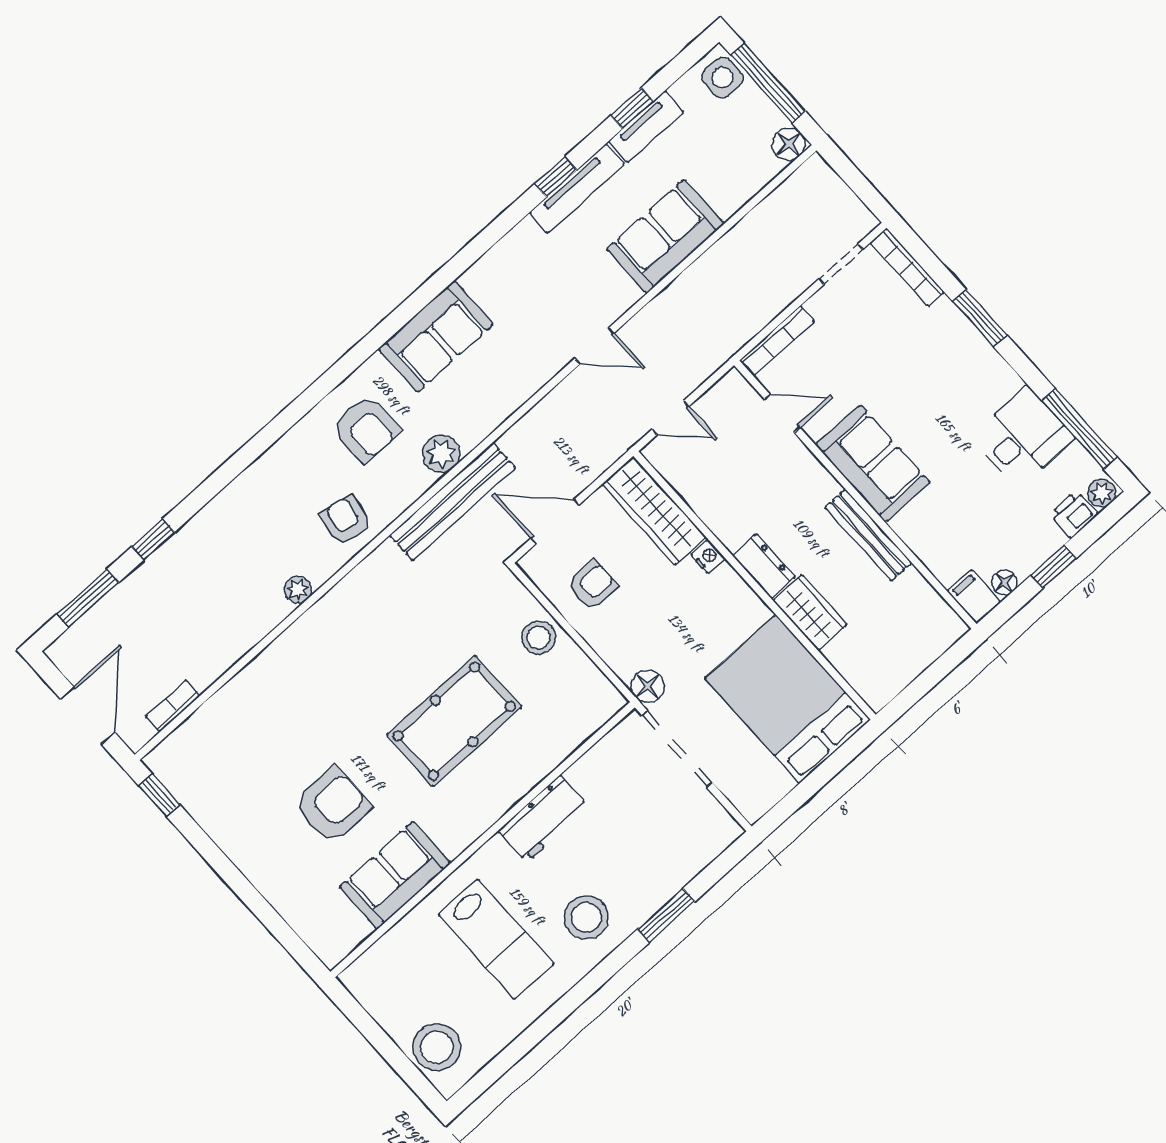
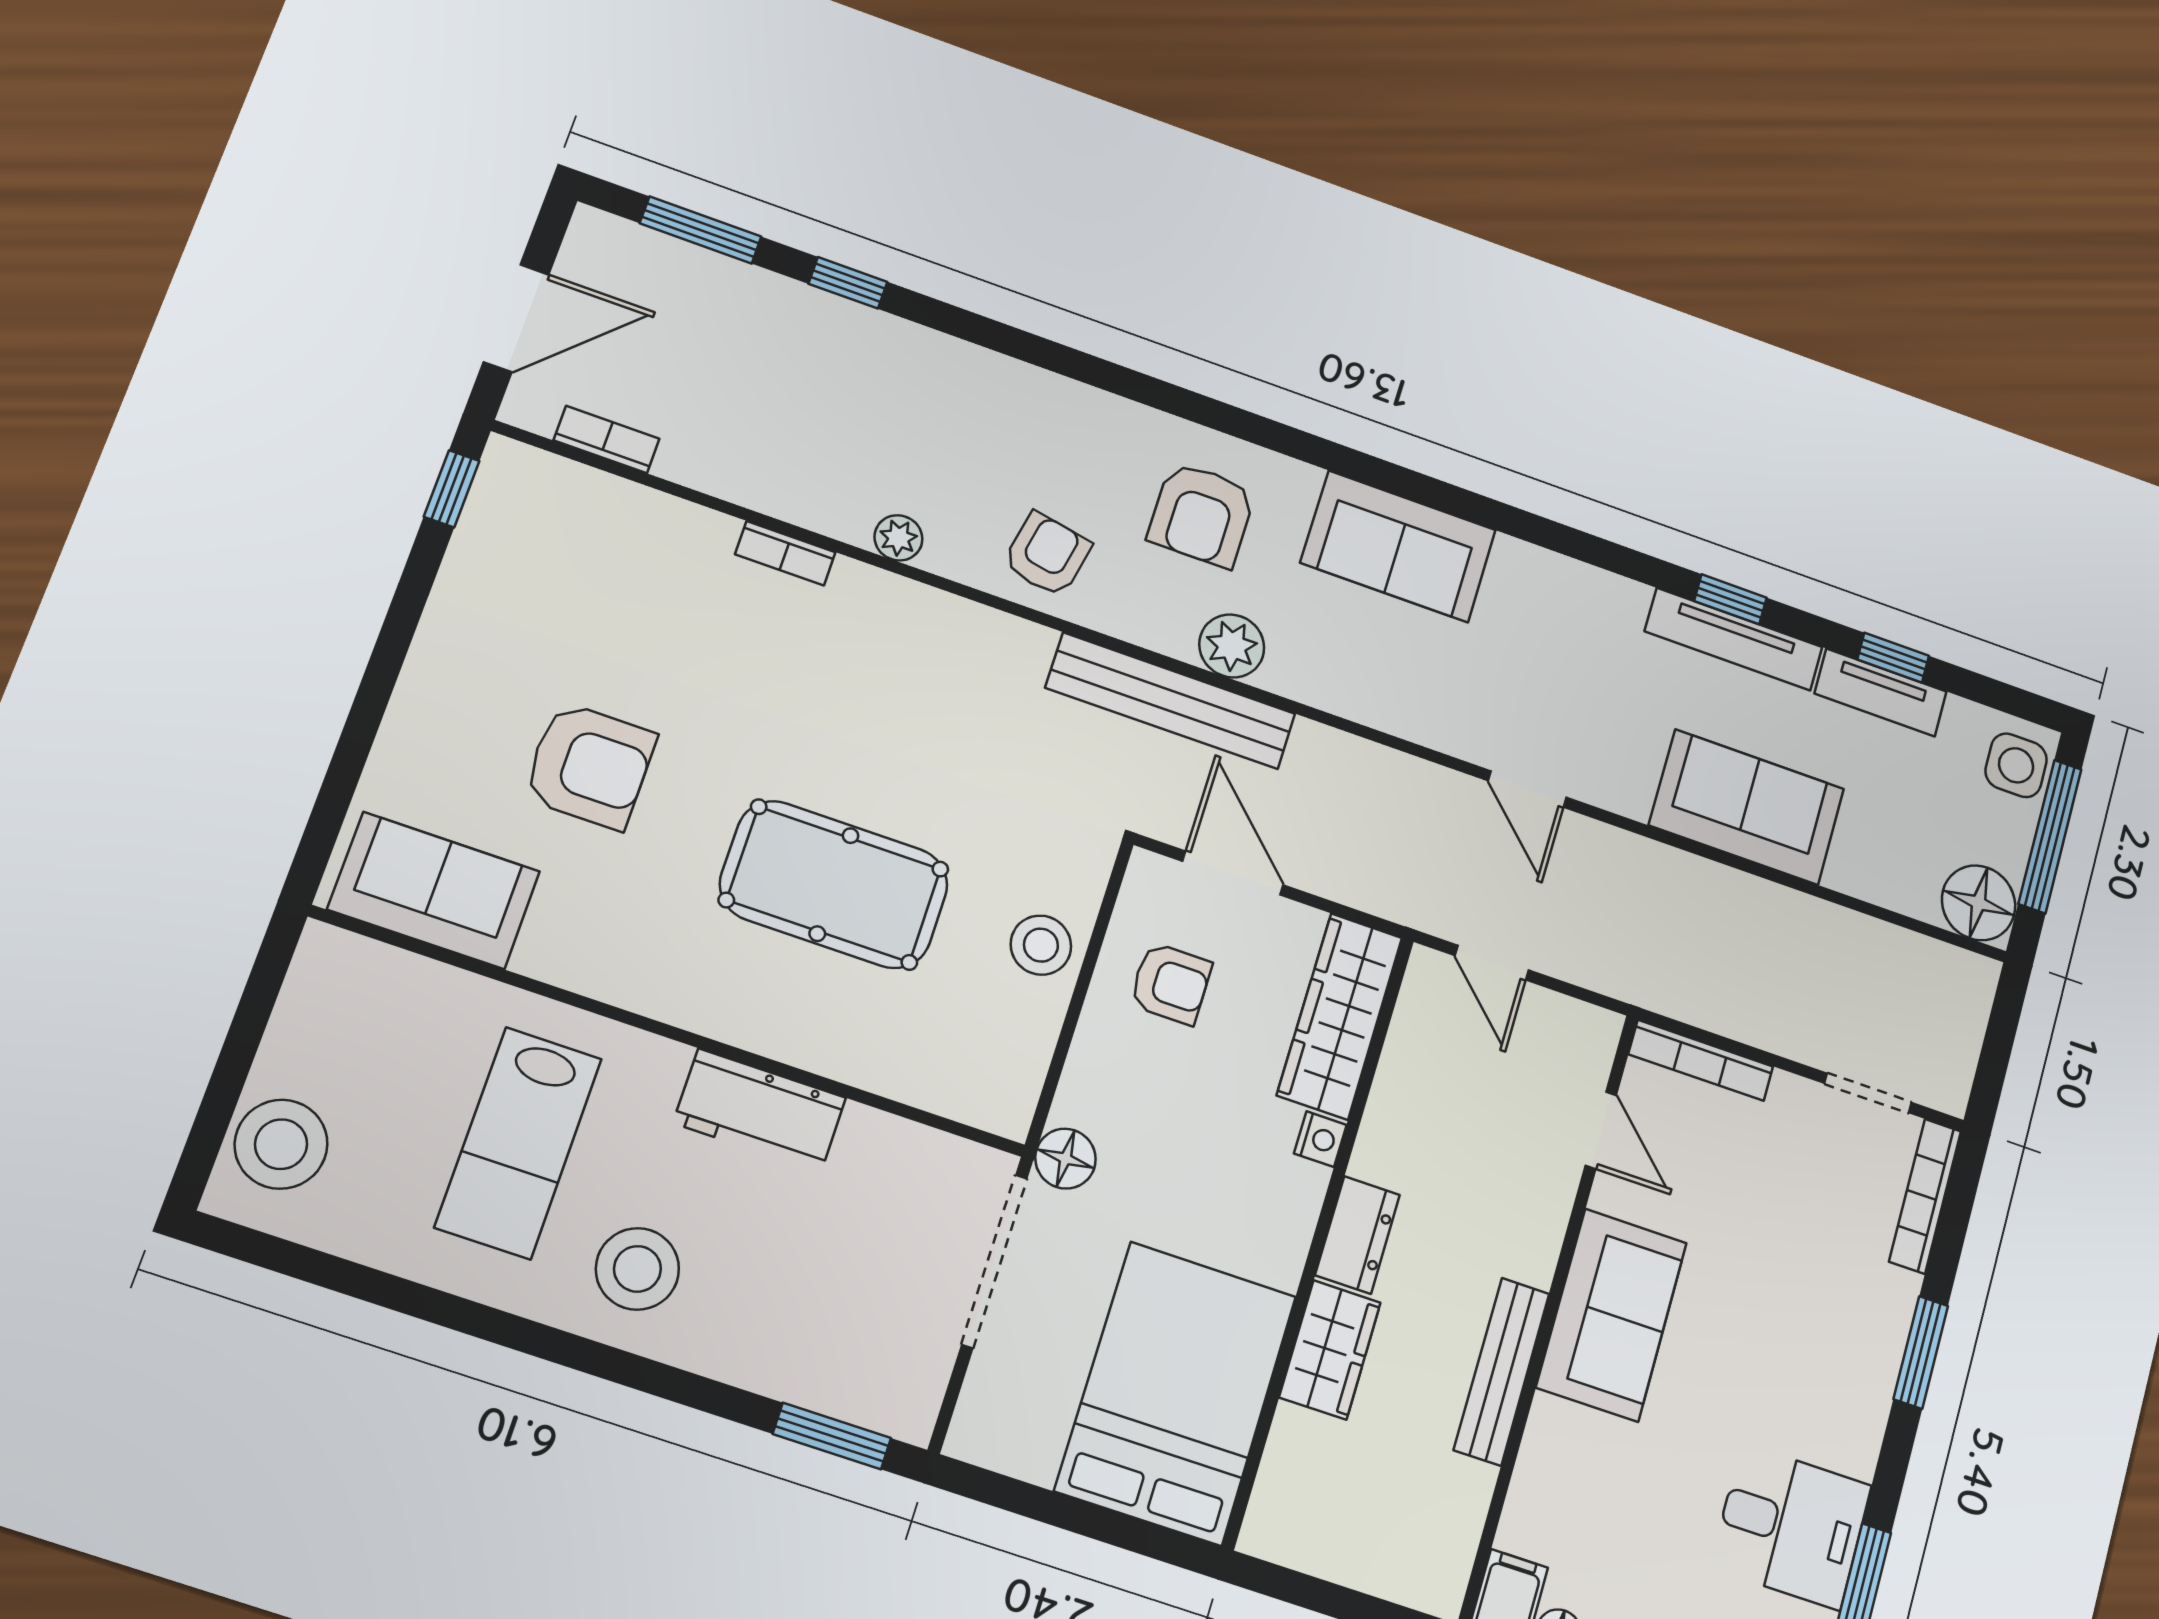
floor lamp: (789, 144) -> (1979, 903), width x1.38, depth x1.38
bookcase: (277, 651) -> (785, 553), added
sofa: (395, 875) -> (434, 890), moved
window: (666, 916) -> (832, 1436), moved

